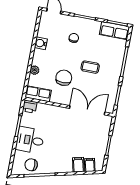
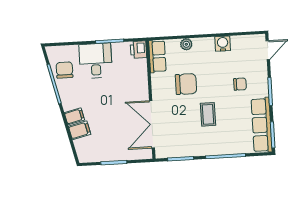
row of seats: (115, 31) -> (262, 125), width x1.48
double door: (87, 110) -> (152, 124), swing flipped
filing cabinet: (90, 165) -> (74, 116), moved

